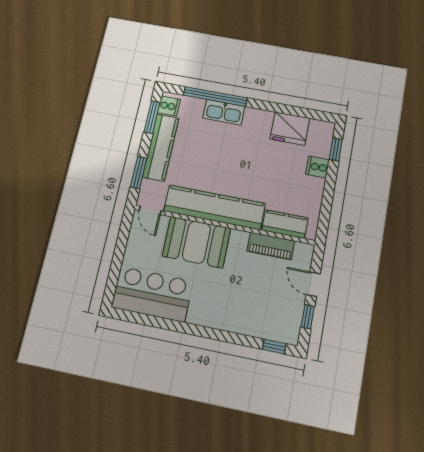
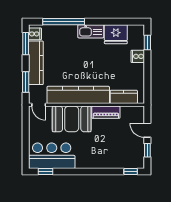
kitchen sink: (224, 112) -> (91, 31), moved
piano: (271, 246) -> (106, 112), moved
window: (137, 318) -> (46, 172), added

